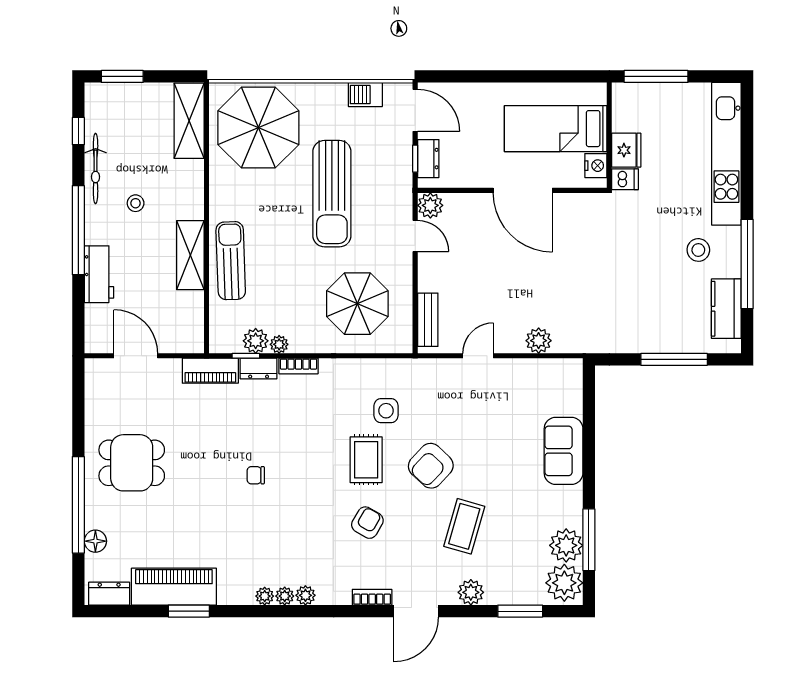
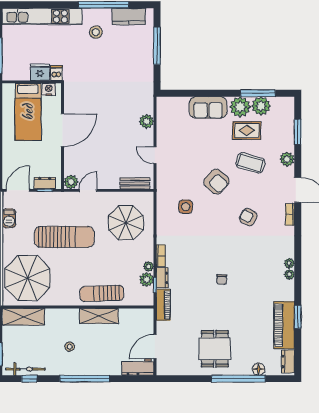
bicycle: (96, 169) -> (25, 369), moved
workbench: (99, 274) -> (138, 367), moved
rug: (366, 460) -> (247, 131), moved
plant: (564, 583) -> (240, 107), moved
plant: (305, 595) -> (289, 252), removed

